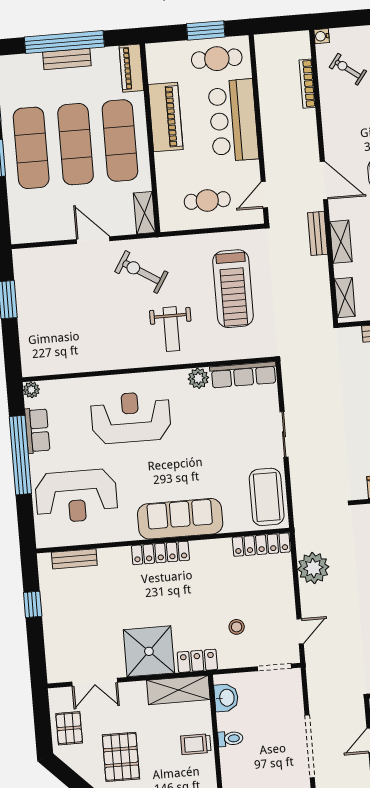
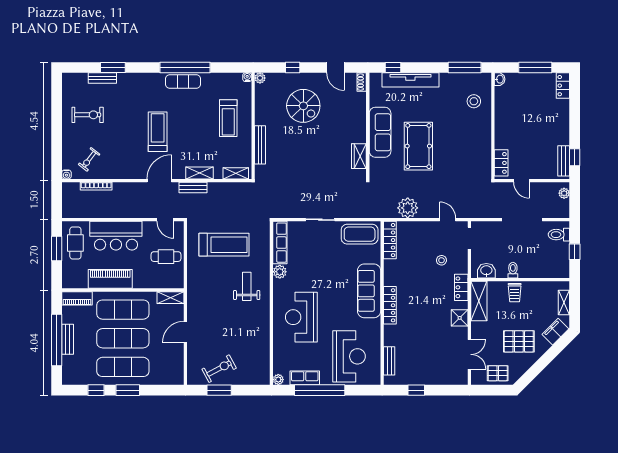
cafe table: (207, 200) -> (166, 257), turned 90
exercise bike: (141, 272) -> (219, 369), moved, turned -150
weight bench: (171, 329) -> (247, 286), turned -90
shower: (149, 651) -> (460, 318), width x0.54, depth x0.54

